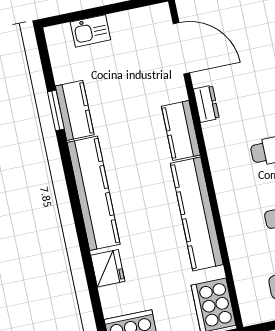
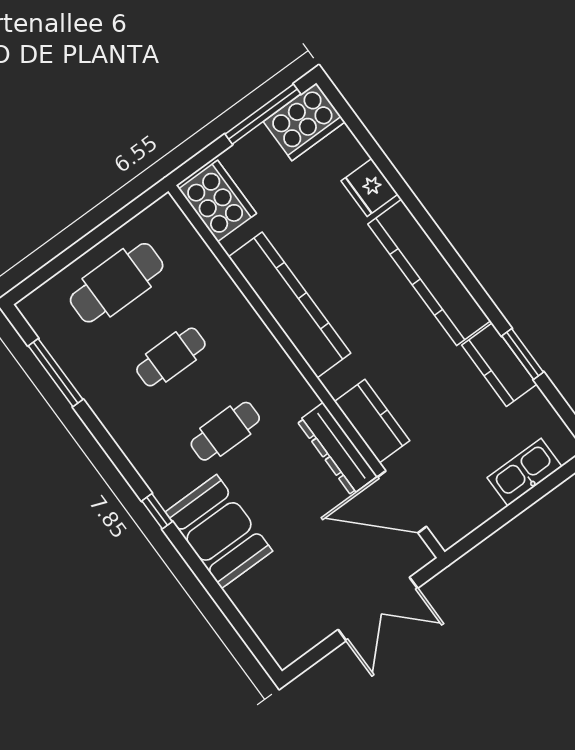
kitchen sink: (90, 31) -> (525, 472), width x1.38
dresser: (206, 104) -> (337, 449), width x1.96, depth x1.24
kitchen counter: (181, 131) -> (372, 421), moved

